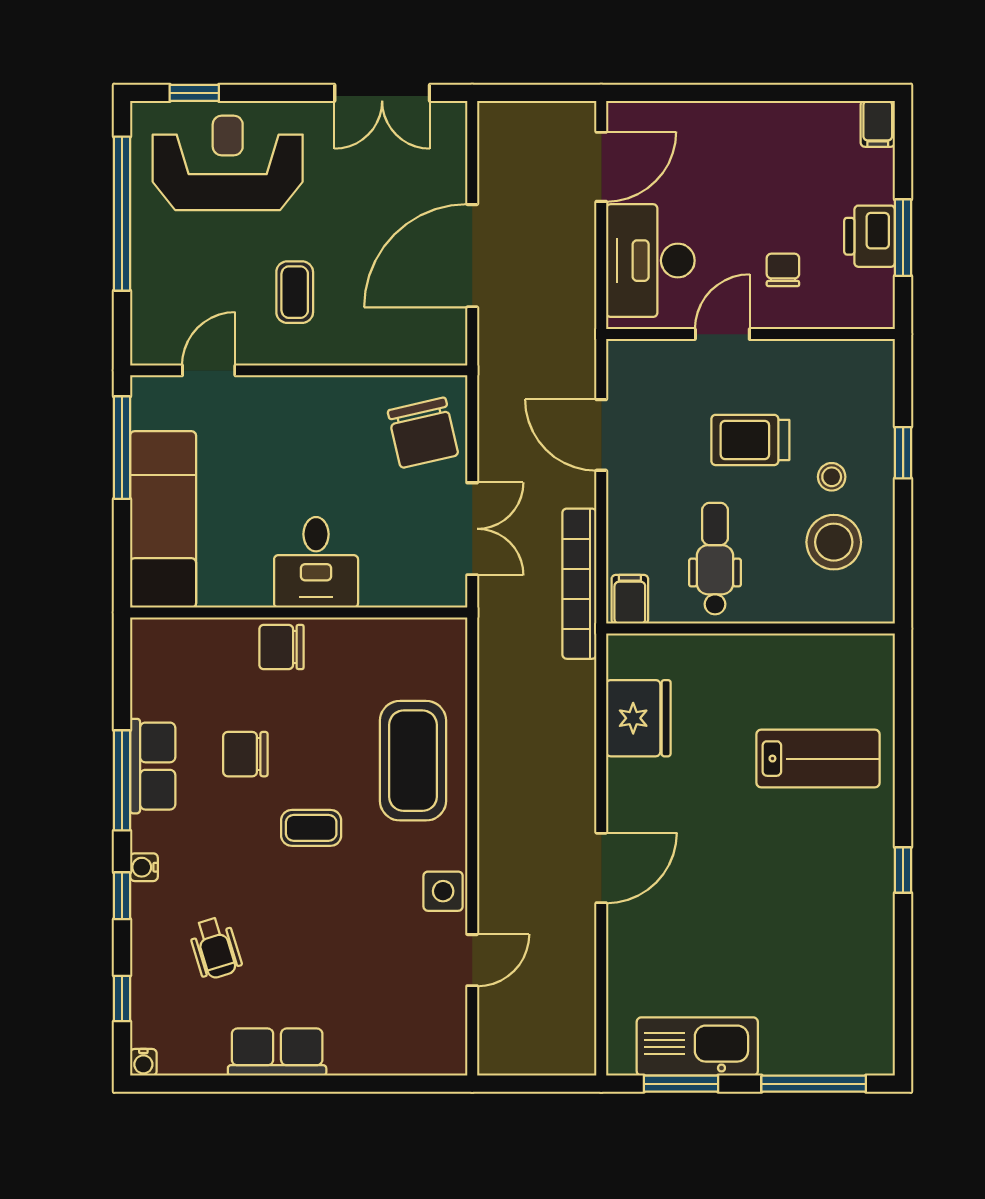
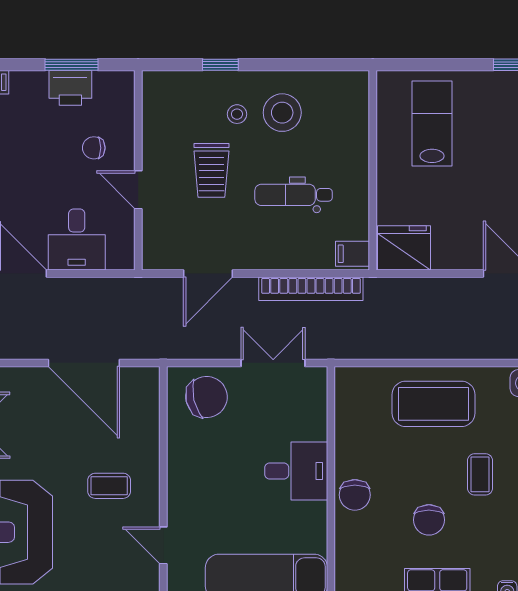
desk: (650, 261) -> (77, 240), width x0.73
filing cabinet: (630, 599) -> (352, 254), moved
wall: (751, 629) -> (373, 170), moved

